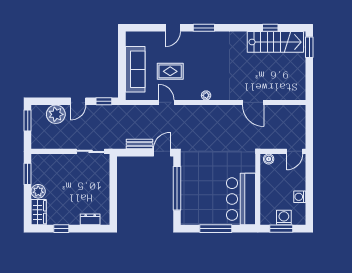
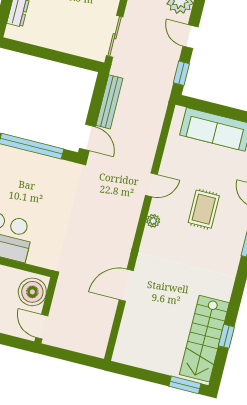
rug: (170, 71) -> (204, 209), moved
door: (166, 102) -> (151, 185), moved
bench: (139, 144) -> (109, 102), width x1.36
boiler: (269, 159) -> (32, 292), width x1.86, depth x1.86

